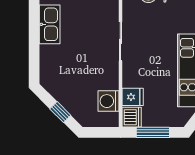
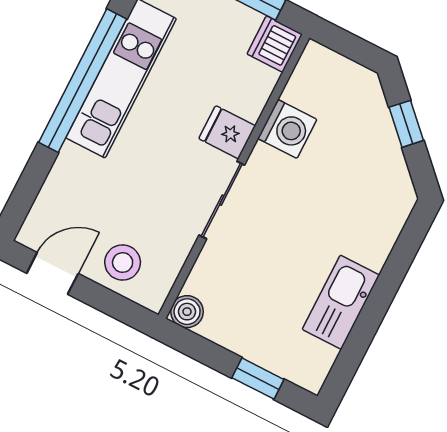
fridge: (133, 97) -> (227, 132), moved
washing machine: (108, 101) -> (287, 129), moved

